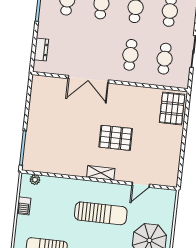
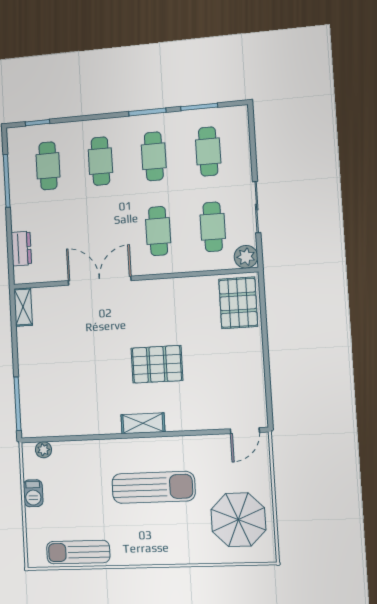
double door: (88, 79) -> (100, 281), swing flipped
plant: (182, 81) -> (246, 257), added
shelving: (36, 87) -> (23, 307), added
door: (141, 185) -> (245, 431), moved

